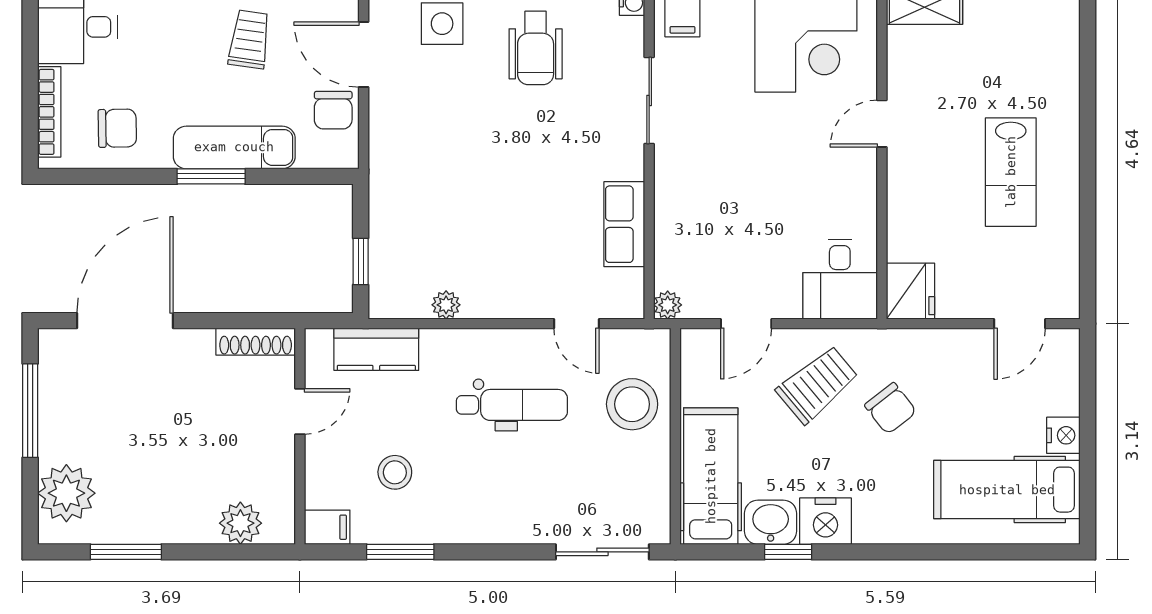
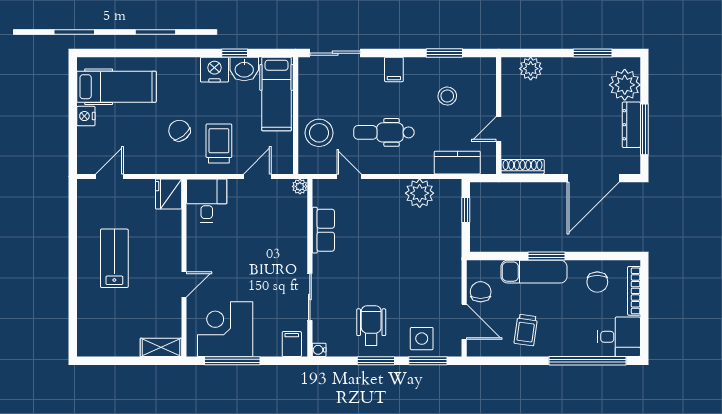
chair: (117, 128) -> (597, 282), turned -89
plant: (446, 305) -> (420, 193), width x1.87, depth x1.87
trolley: (817, 384) -> (219, 144), turned 130
dresser: (54, 419) -> (631, 125), added
filing cabinet: (327, 527) -> (394, 69), moved, turned -90

